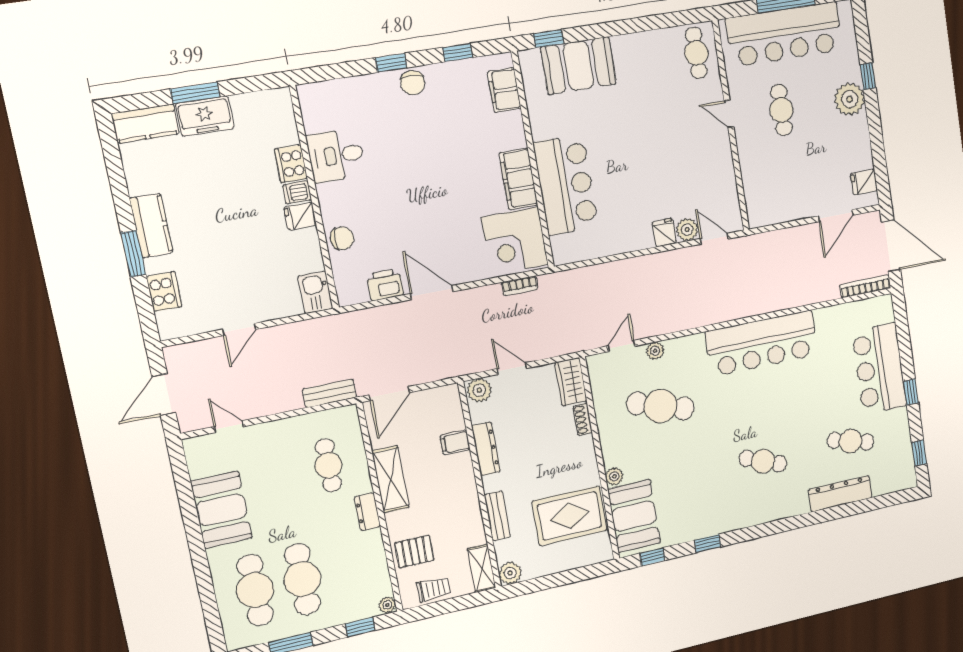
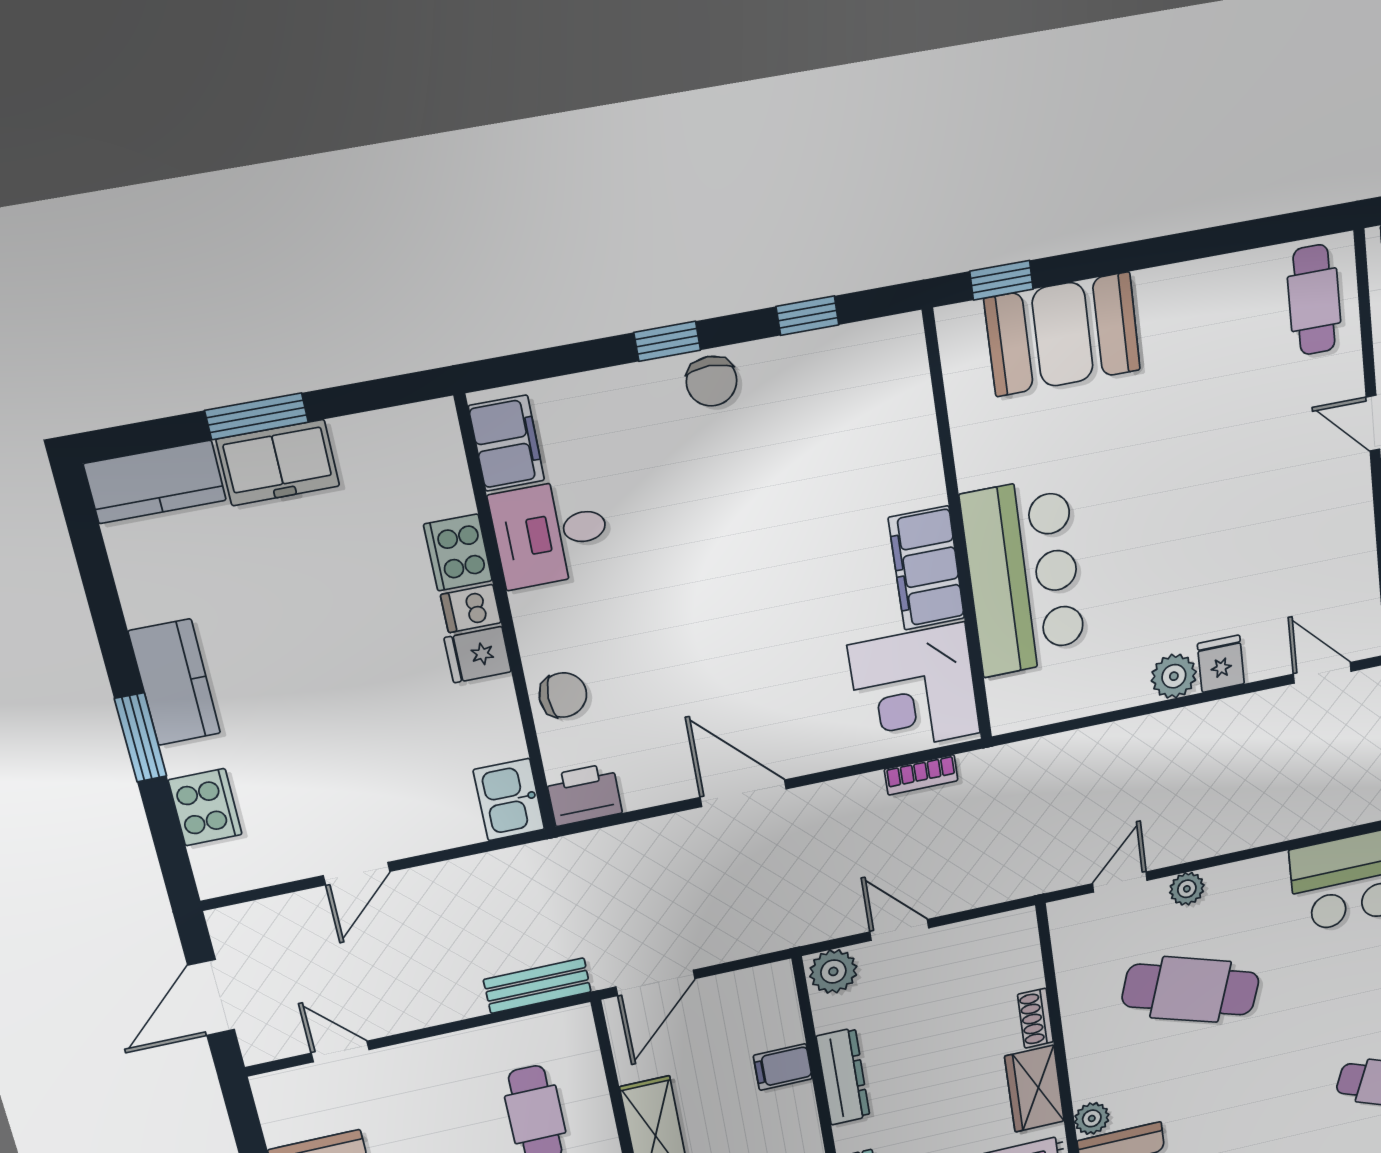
filing cabinet: (504, 90) -> (506, 443), moved, turned 180
plant: (687, 230) -> (1174, 676), moved
printer: (385, 285) -> (584, 795), moved
wardrobe: (571, 382) -> (1034, 1089), moved

